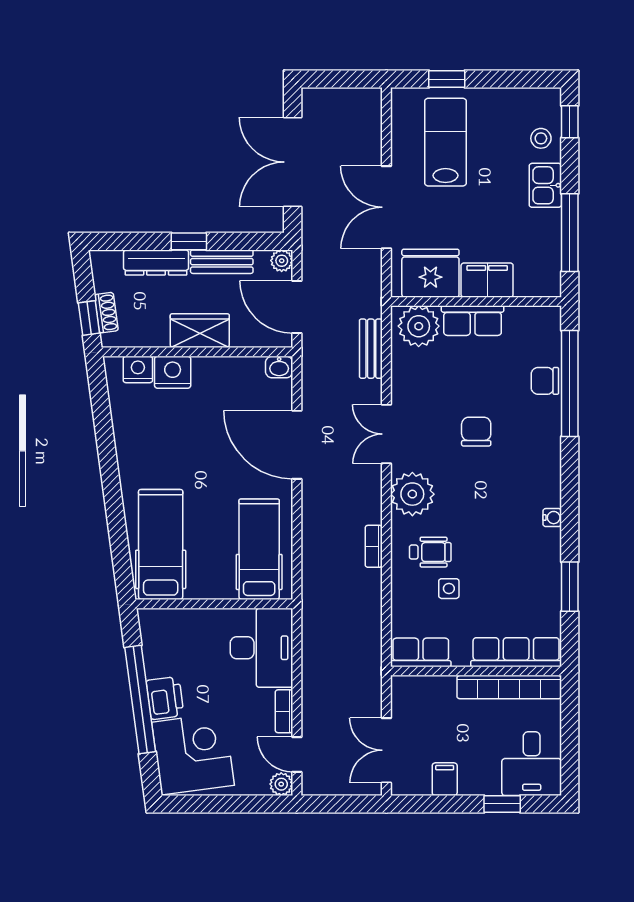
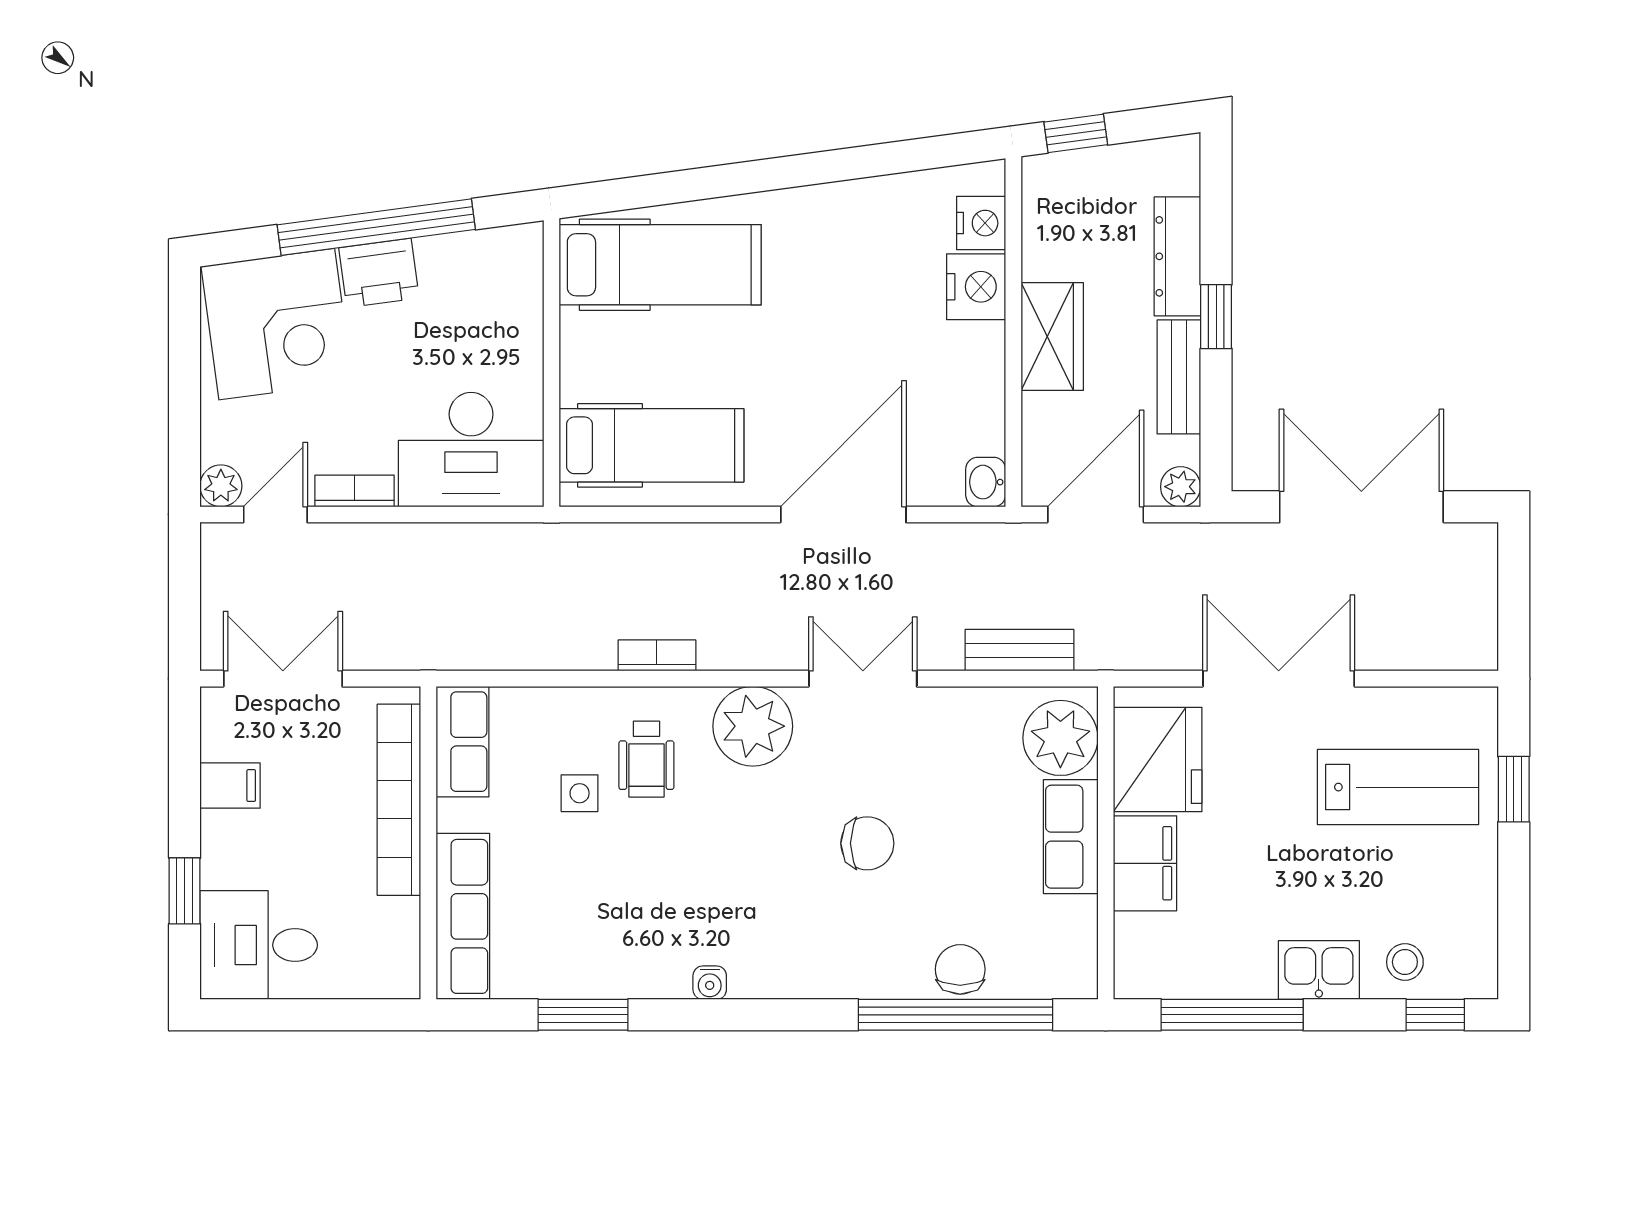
shoe rack: (106, 313) -> (1085, 165), removed
bookcase: (509, 687) -> (399, 800), moved

